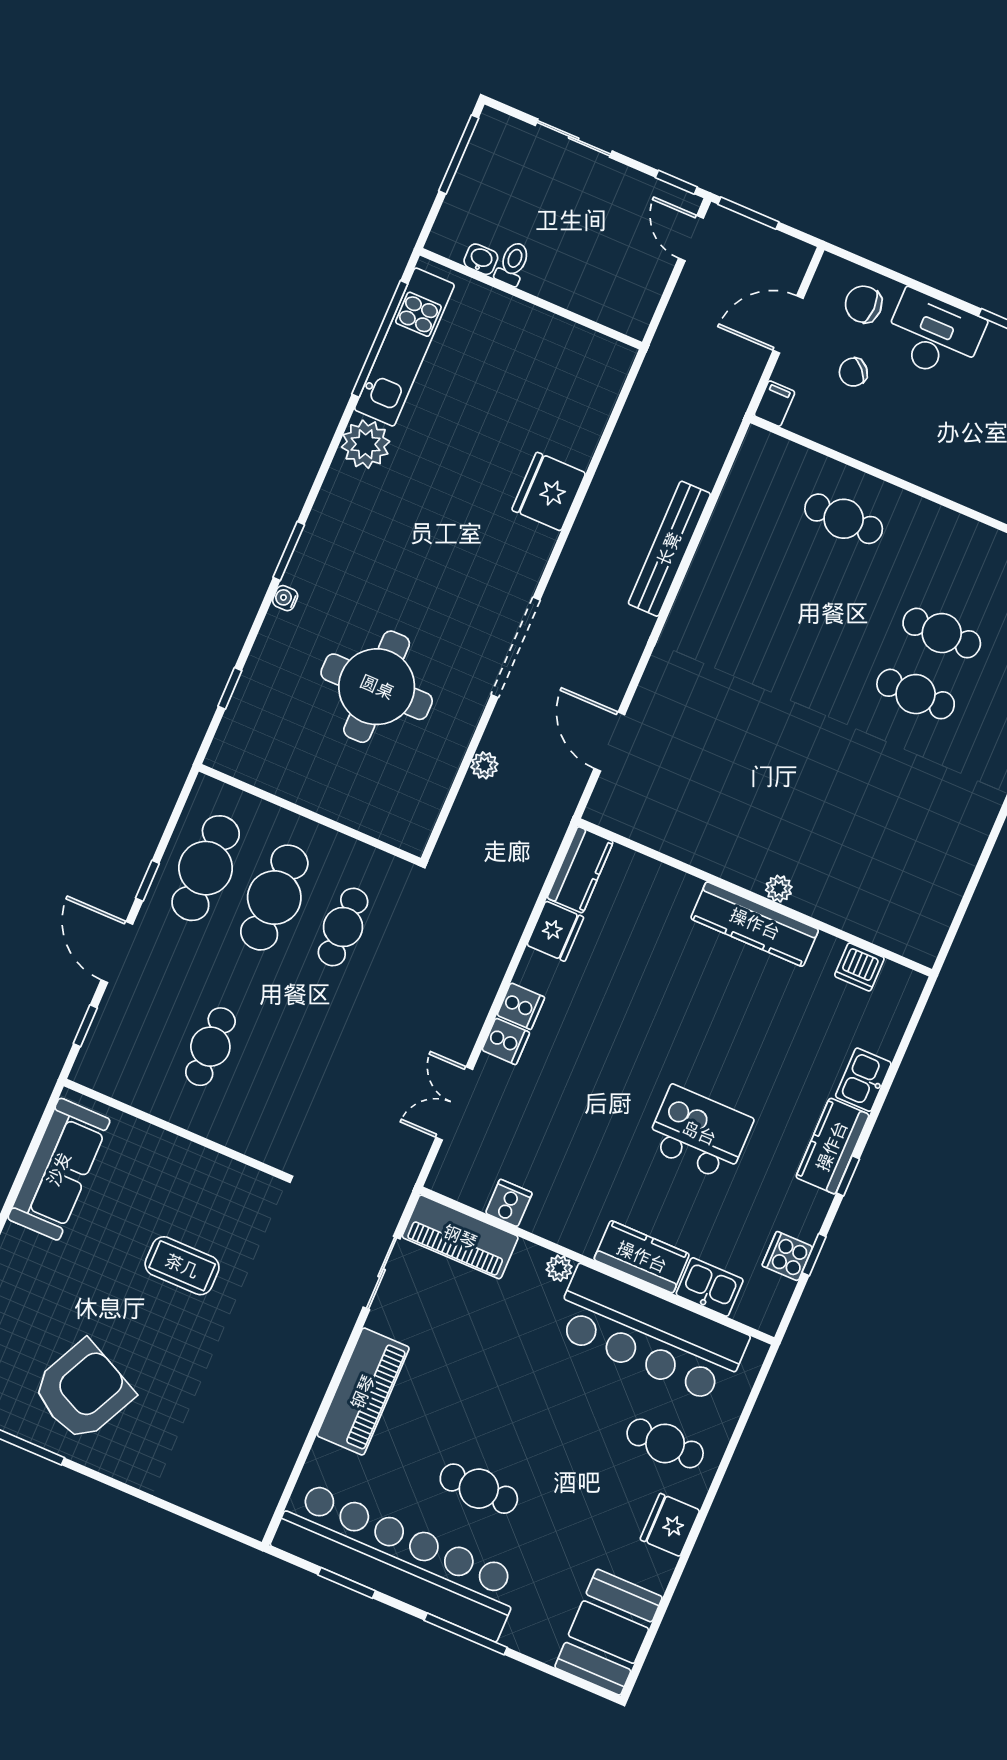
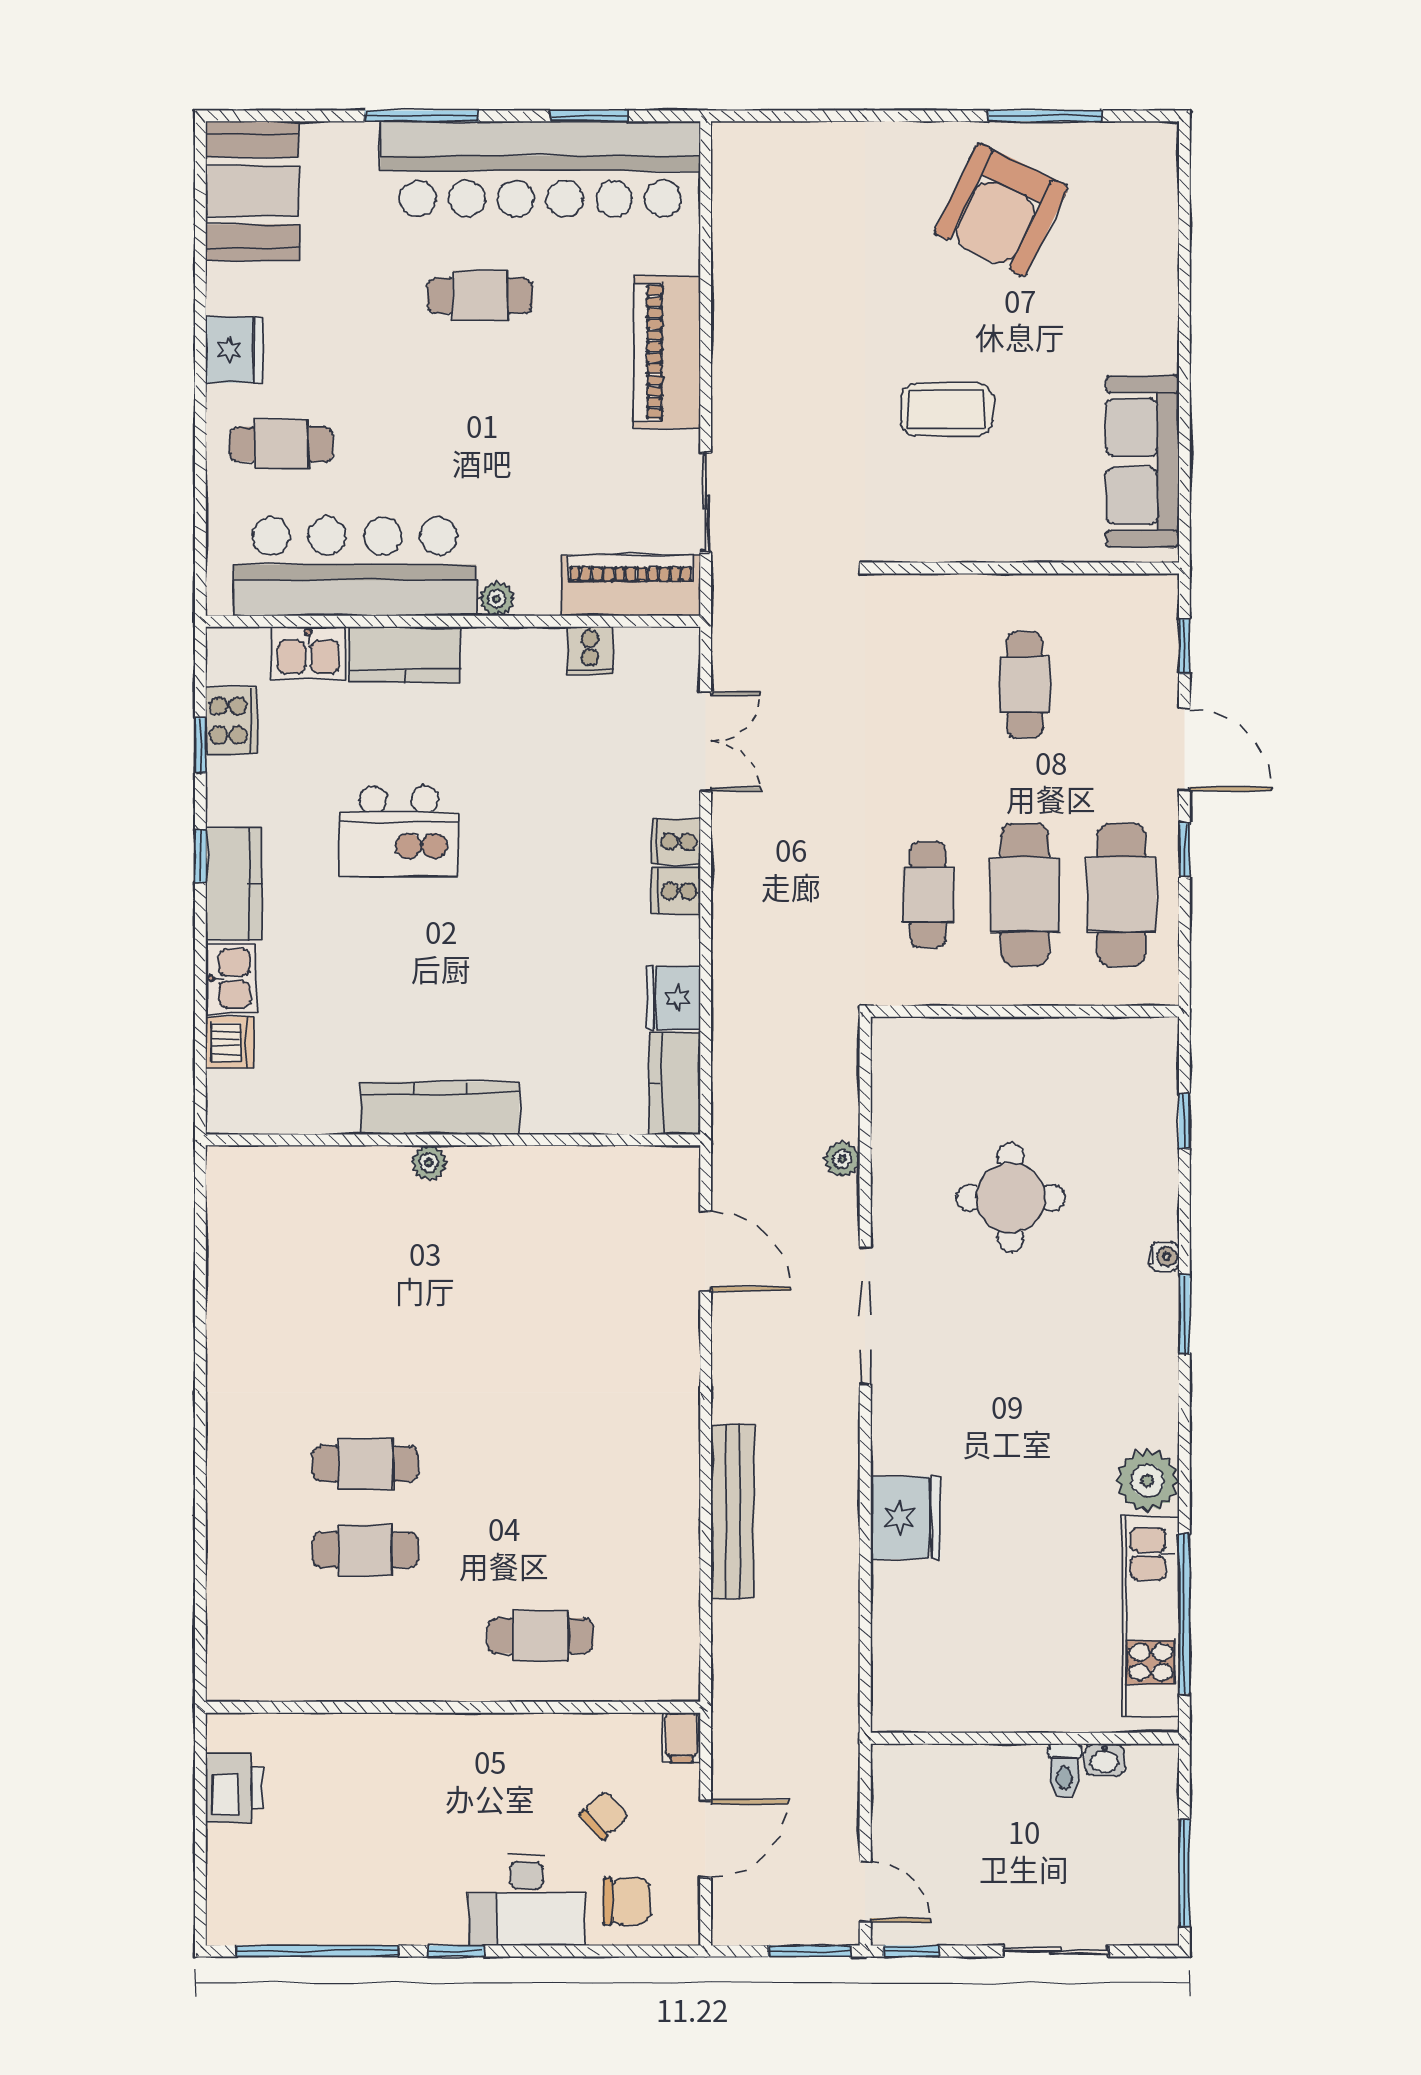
round table: (377, 687) -> (1011, 1198), width x0.73, depth x0.73
dishwasher: (859, 967) -> (230, 1042), moved, turned 90
cooker: (787, 1256) -> (231, 721), width x1.36

